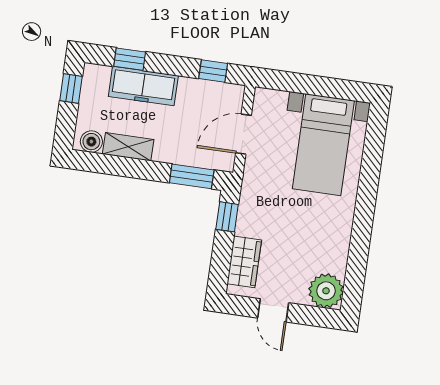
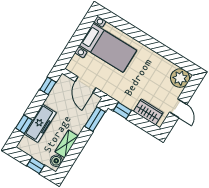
window: (71, 88) -> (36, 165), moved
door: (273, 310) -> (178, 108), hinge flipped

